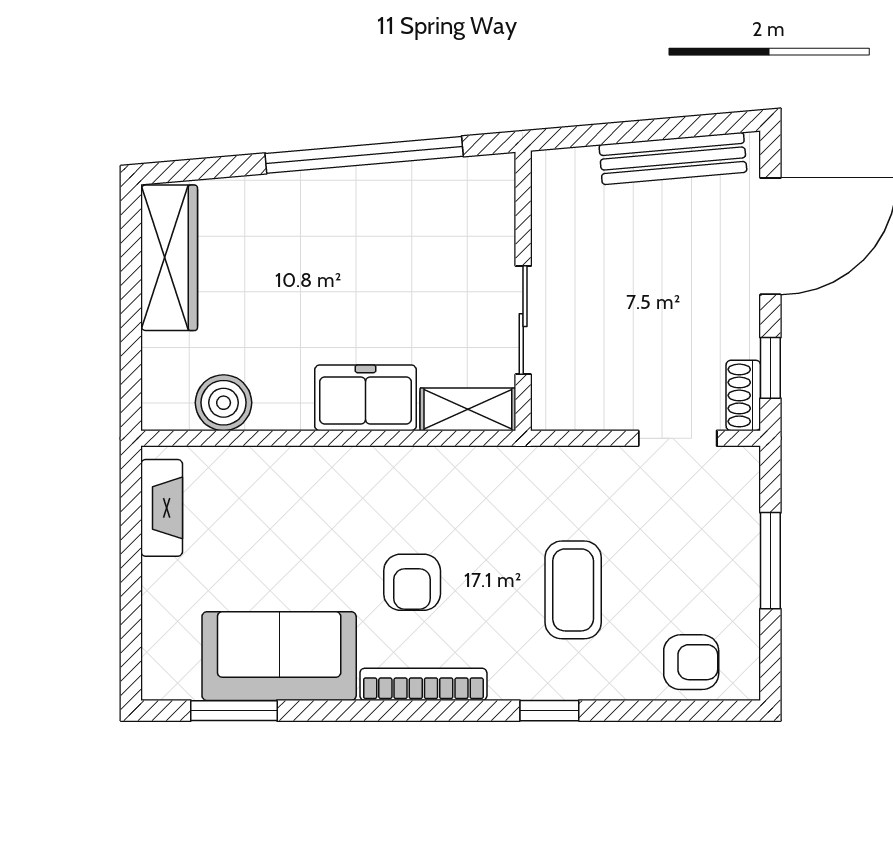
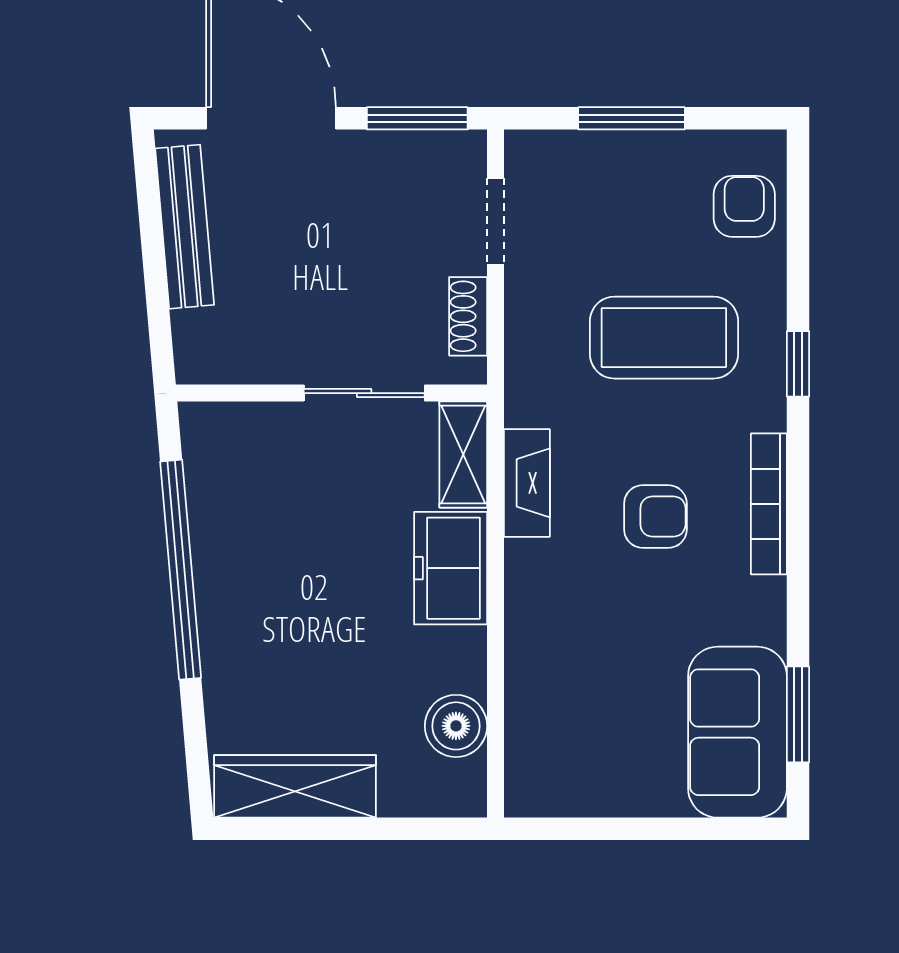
window: (770, 368) -> (417, 118), width x1.50
shoe rack: (743, 395) -> (468, 316), moved, turned 90
fireplace: (162, 508) -> (527, 483), moved, turned 90
coffee table: (573, 590) -> (664, 338), width x1.36, depth x1.32
sofa: (279, 656) -> (737, 732), moved

